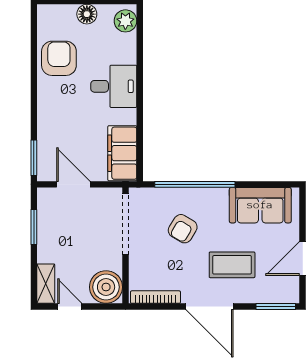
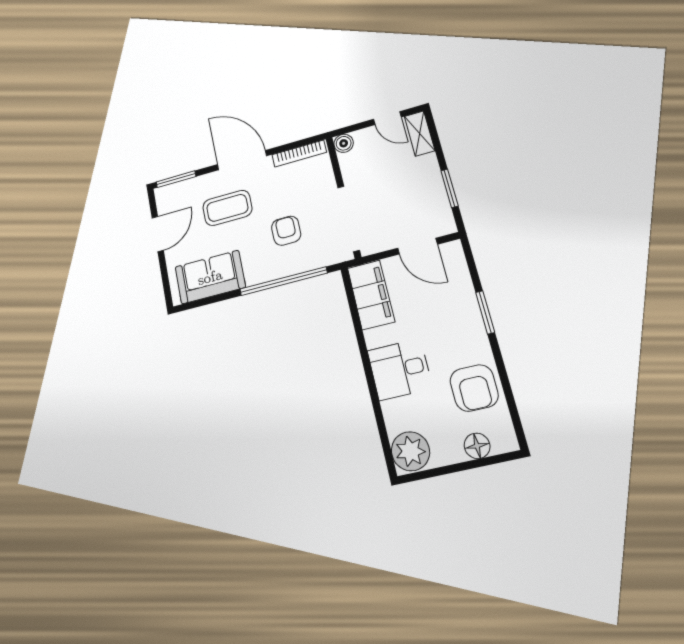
floor lamp: (87, 14) -> (477, 446), moved
plant: (125, 21) -> (410, 451), width x1.36, depth x1.36
window: (34, 158) -> (485, 312), moved
armchair: (183, 229) -> (286, 231), turned -31
boiler: (106, 287) -> (344, 143), width x0.54, depth x0.54

